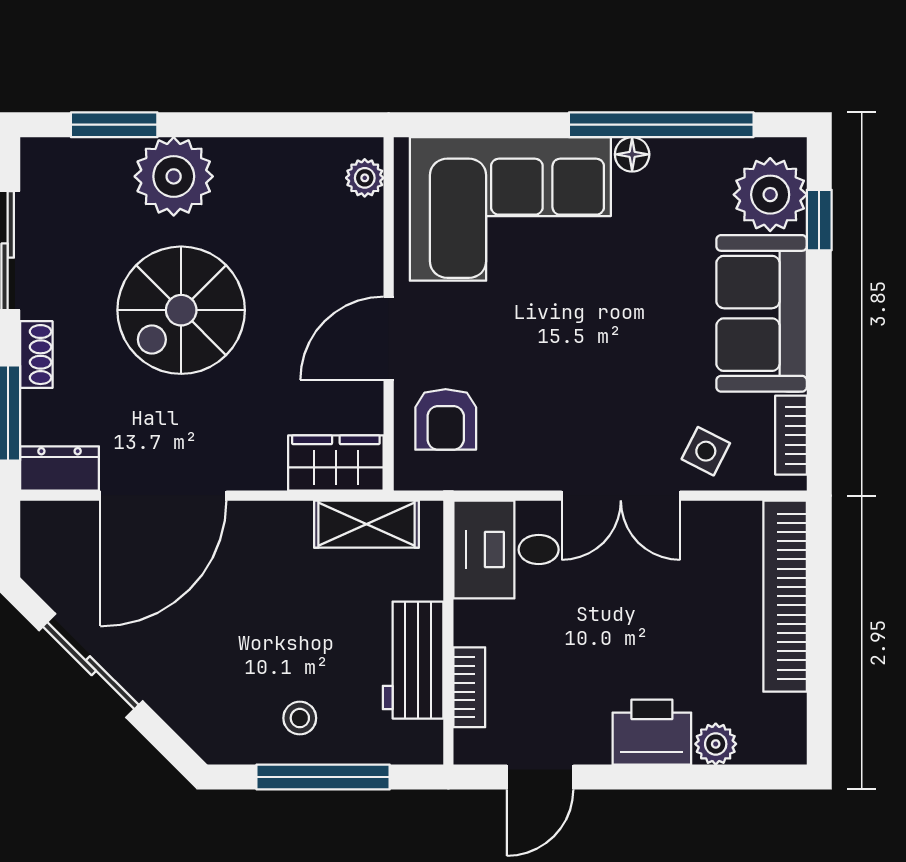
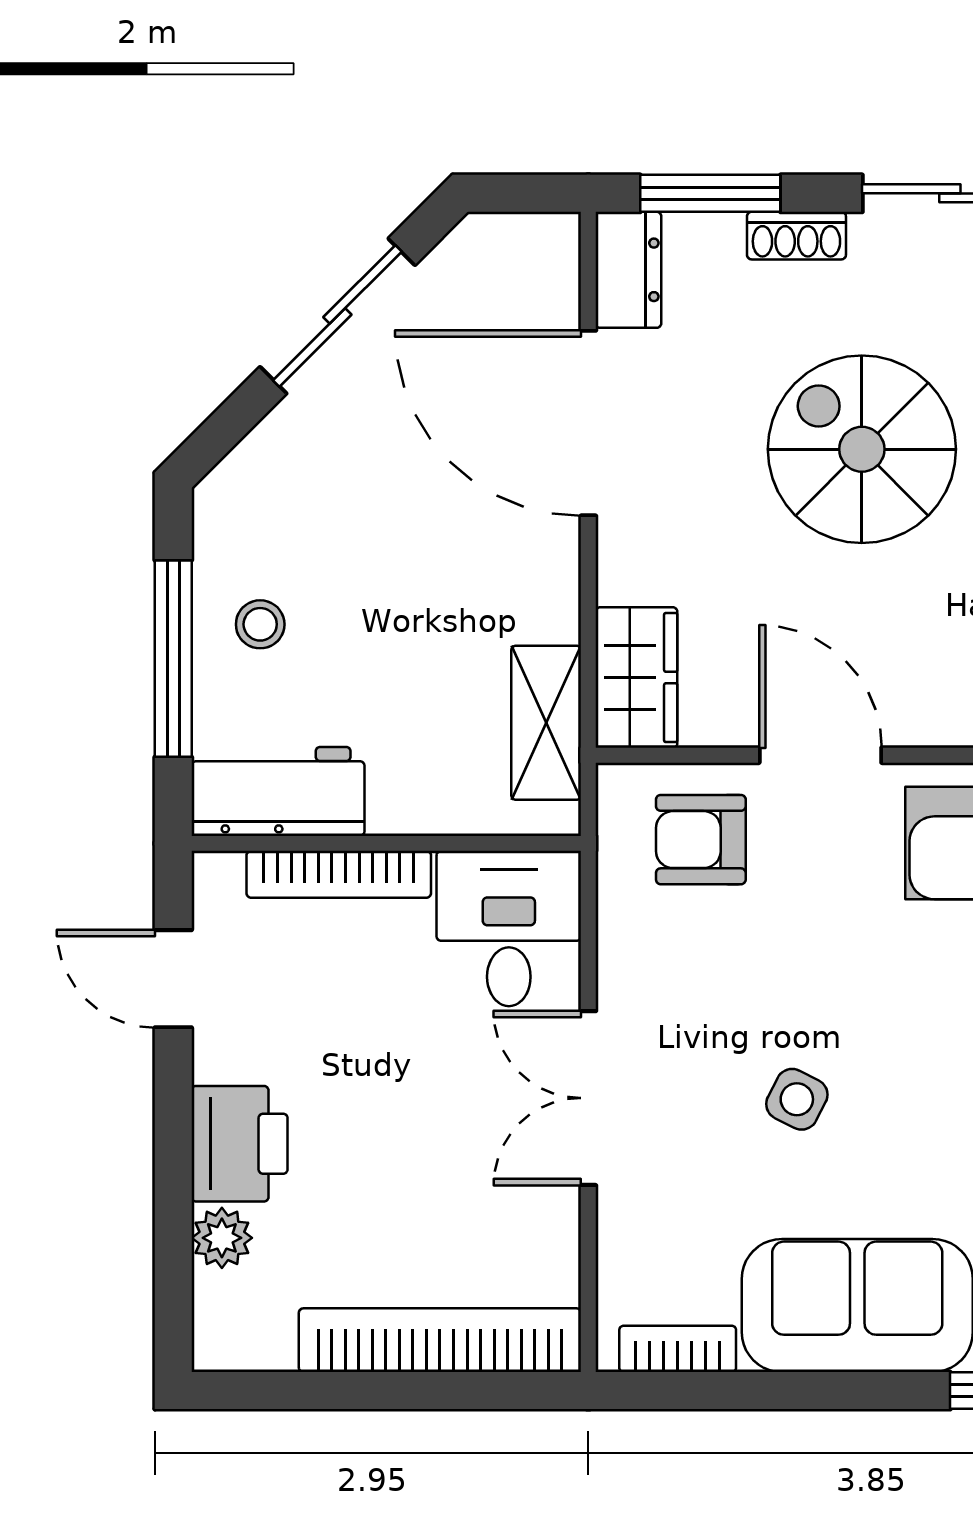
side table: (706, 451) -> (797, 1099), moved
workbench: (413, 660) -> (278, 791), moved
bookcase: (469, 687) -> (339, 874), width x1.56

